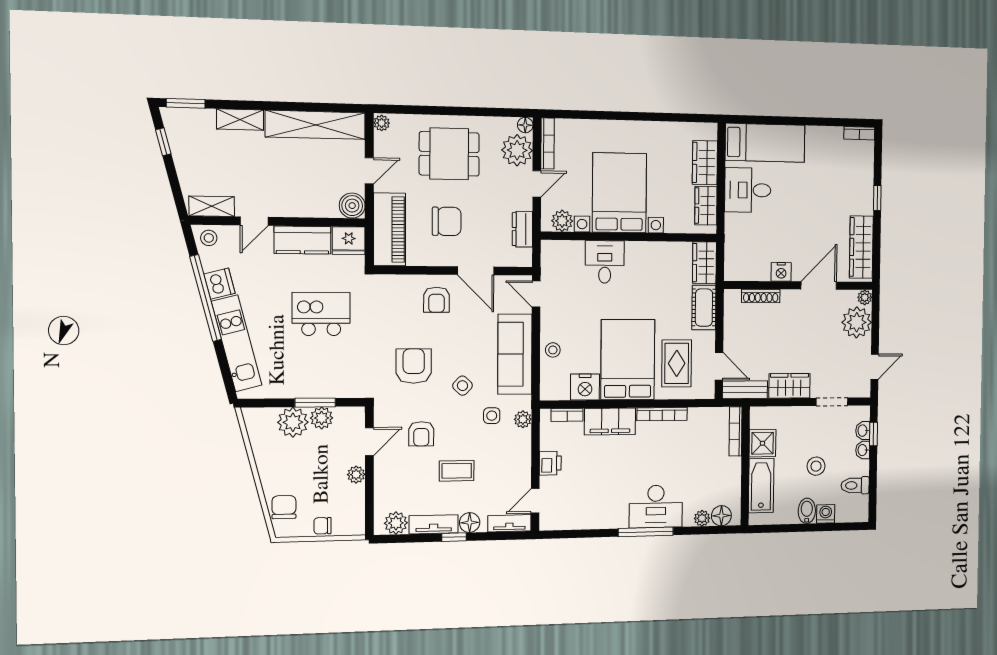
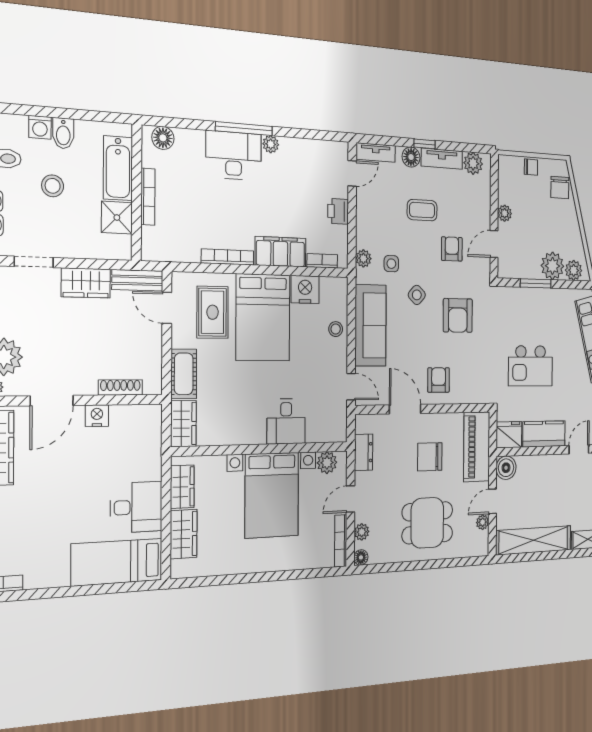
plant: (382, 123) -> (483, 522), moved
plant: (517, 150) -> (362, 532), width x0.53, depth x0.53
plant: (322, 418) -> (574, 270), moved
bookcase: (736, 431) -> (148, 197), moved
plant: (702, 518) -> (271, 144), moved

